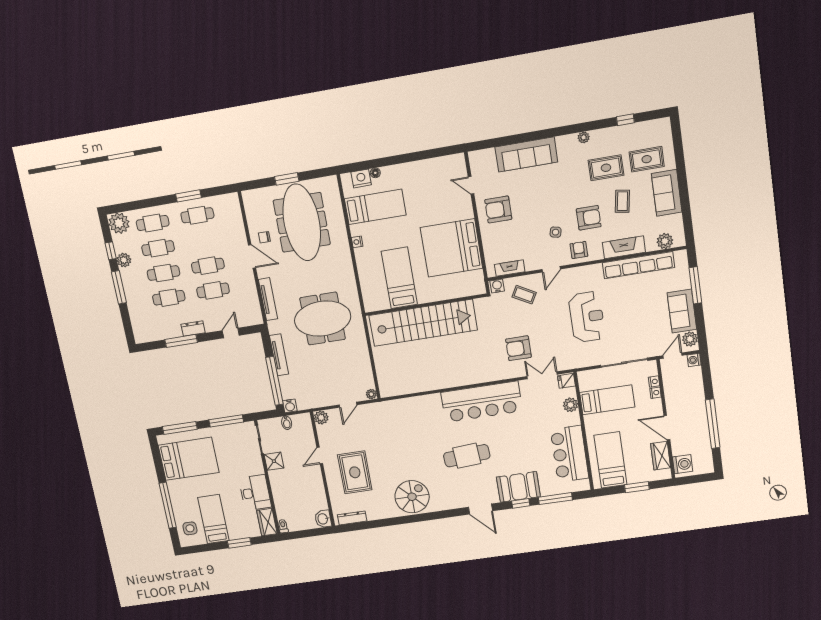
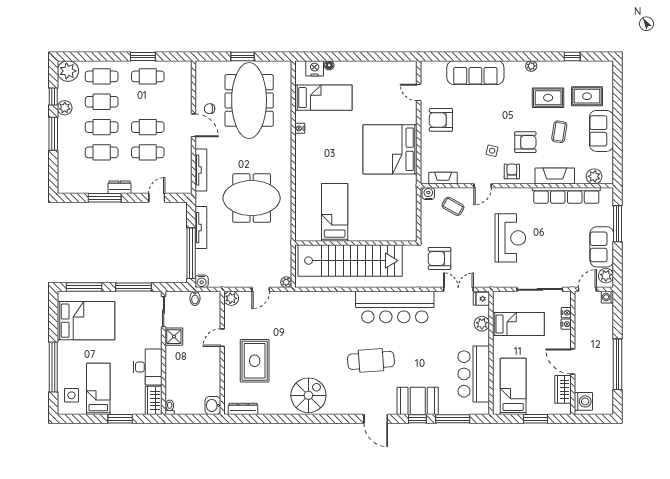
bed: (399, 278) -> (335, 212), moved
wall: (426, 305) -> (356, 243), moved
stairs: (423, 323) -> (350, 261), moved

